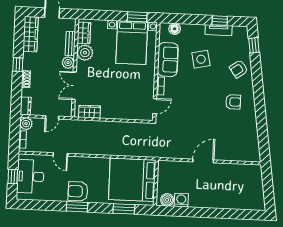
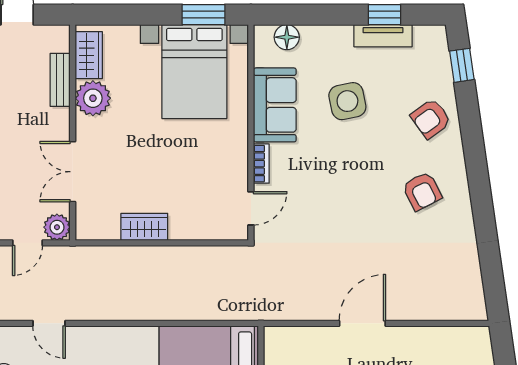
plant: (68, 63) -> (57, 227), moved
armchair: (233, 102) -> (422, 191), turned 63
wardrobe: (90, 112) -> (144, 227), moved

